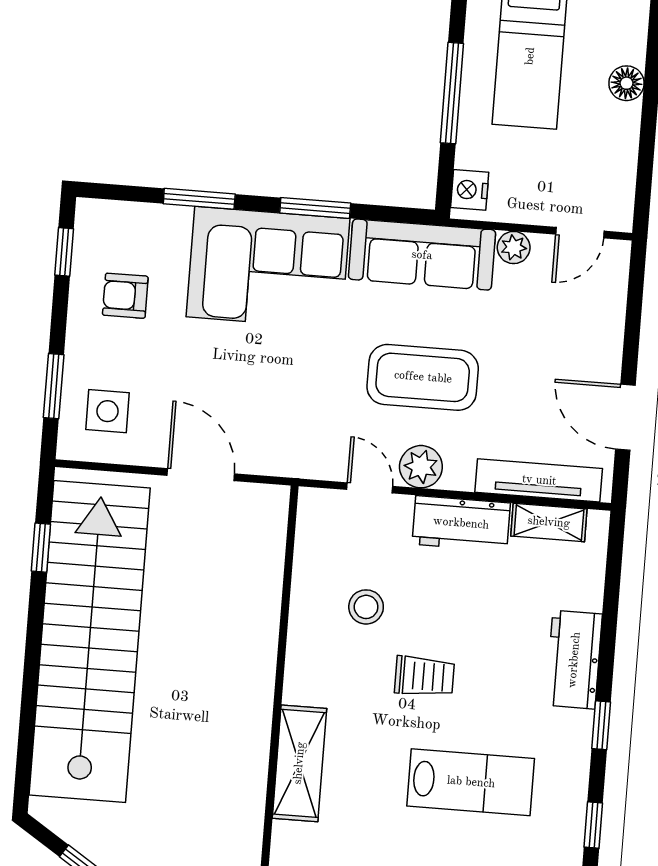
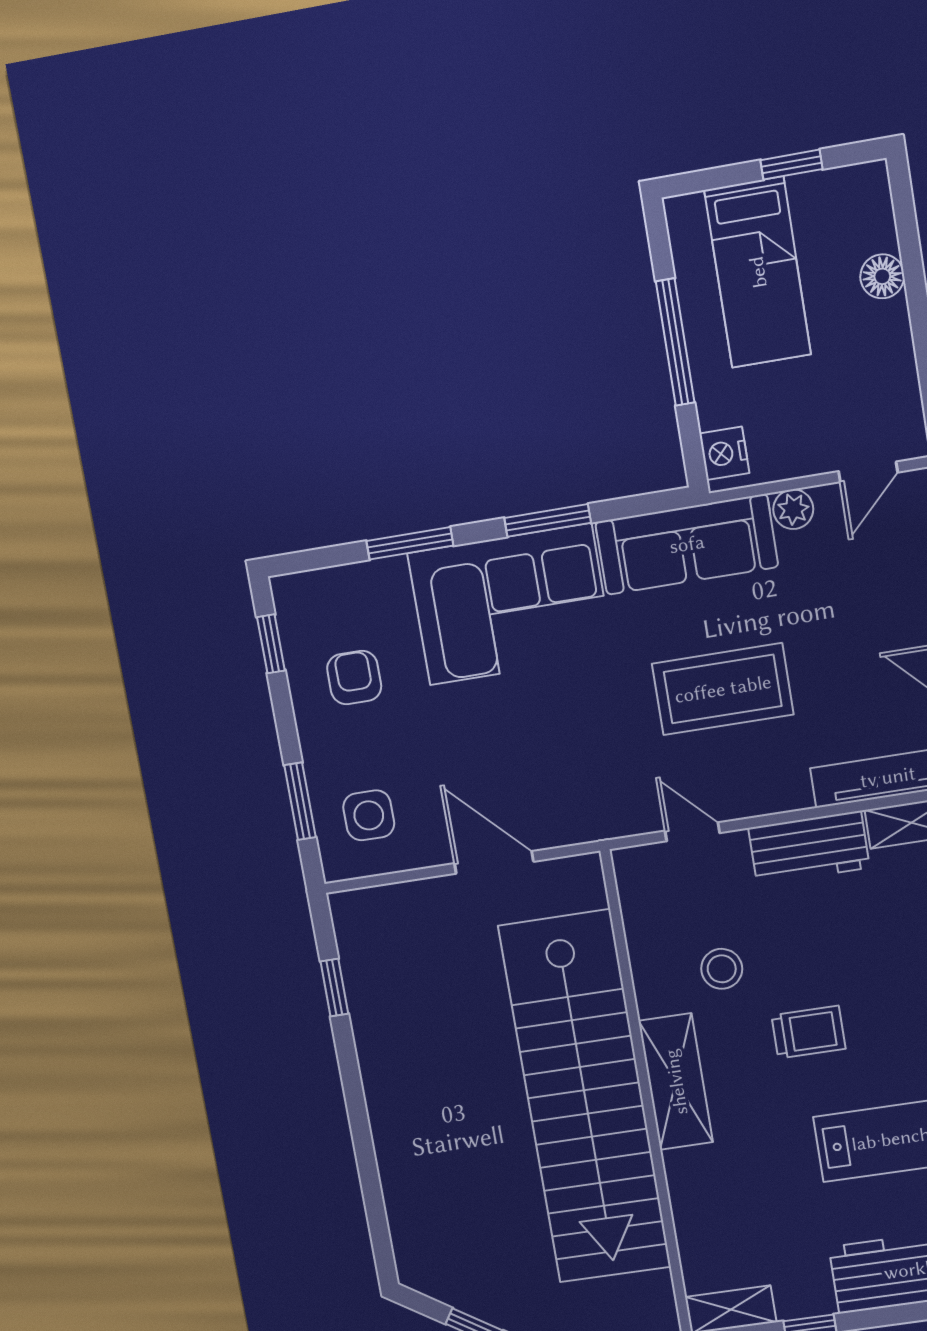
armchair: (125, 296) -> (354, 678), turned 90
plant: (421, 467) -> (746, 793), removed
stairs: (90, 642) -> (585, 1098), moved, turned 180
shelving: (299, 763) -> (676, 1082), moved

